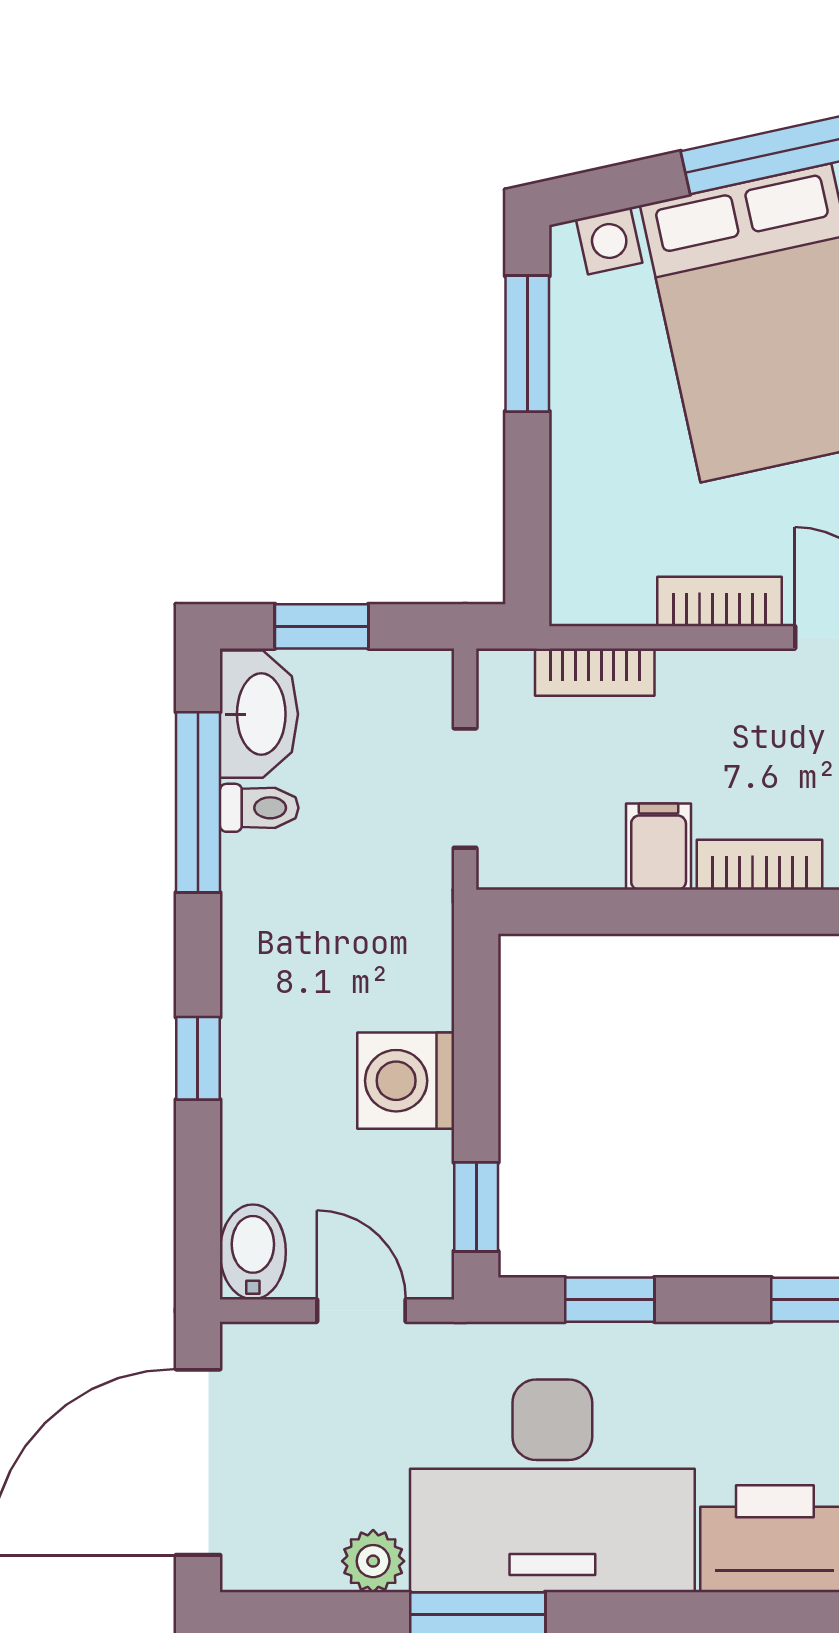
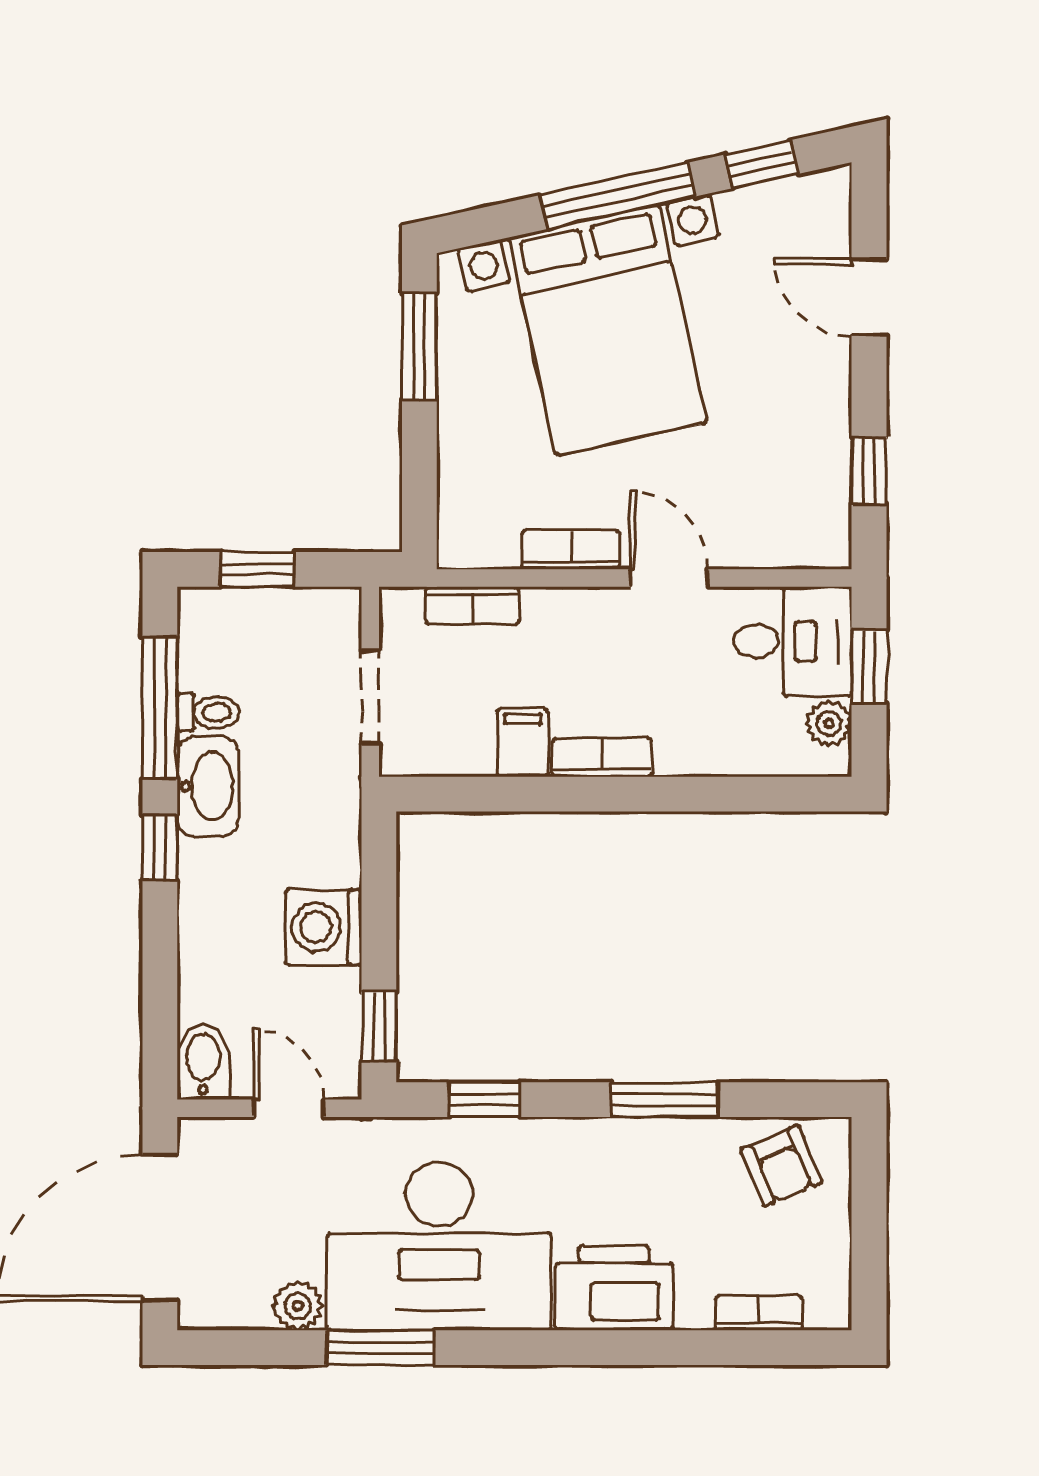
washbasin: (259, 714) -> (208, 786), moved
window: (198, 1058) -> (160, 847), moved

